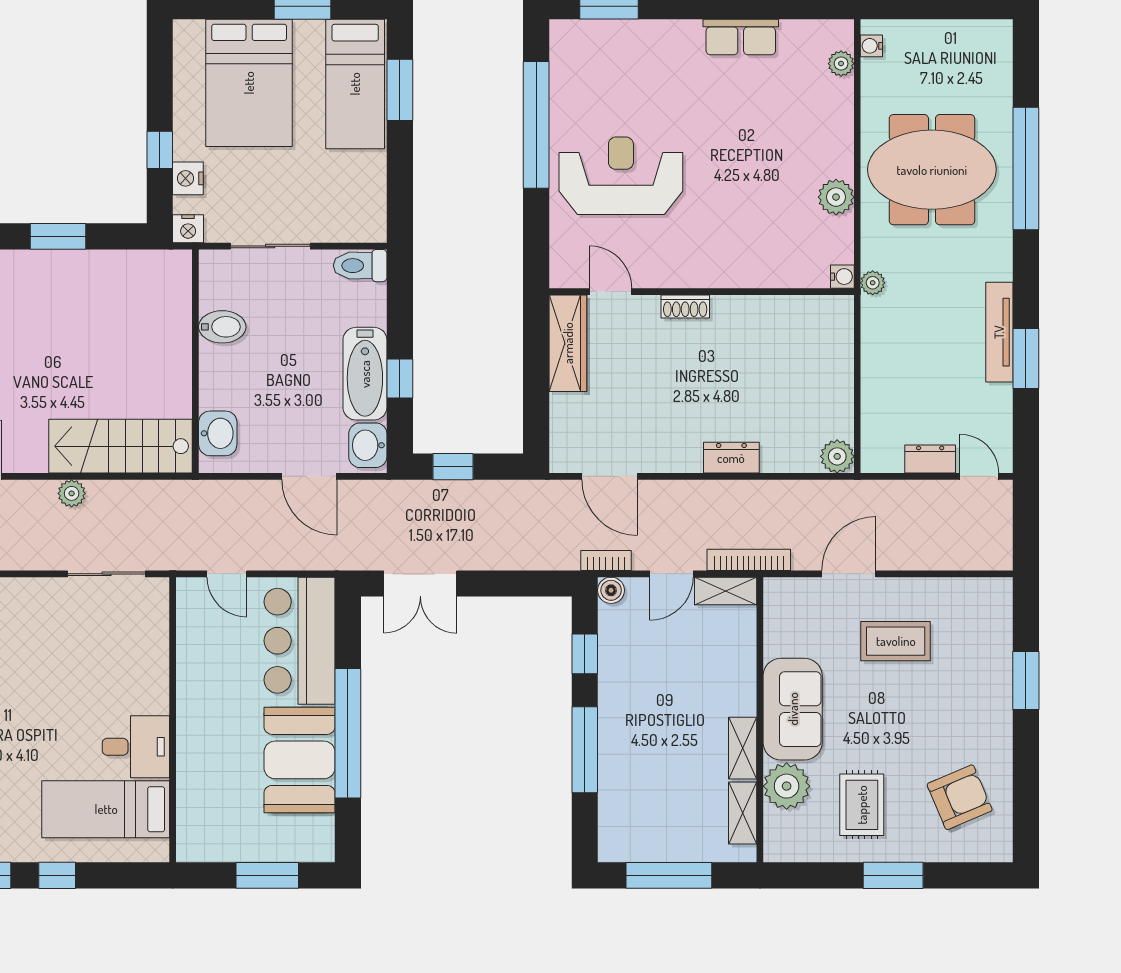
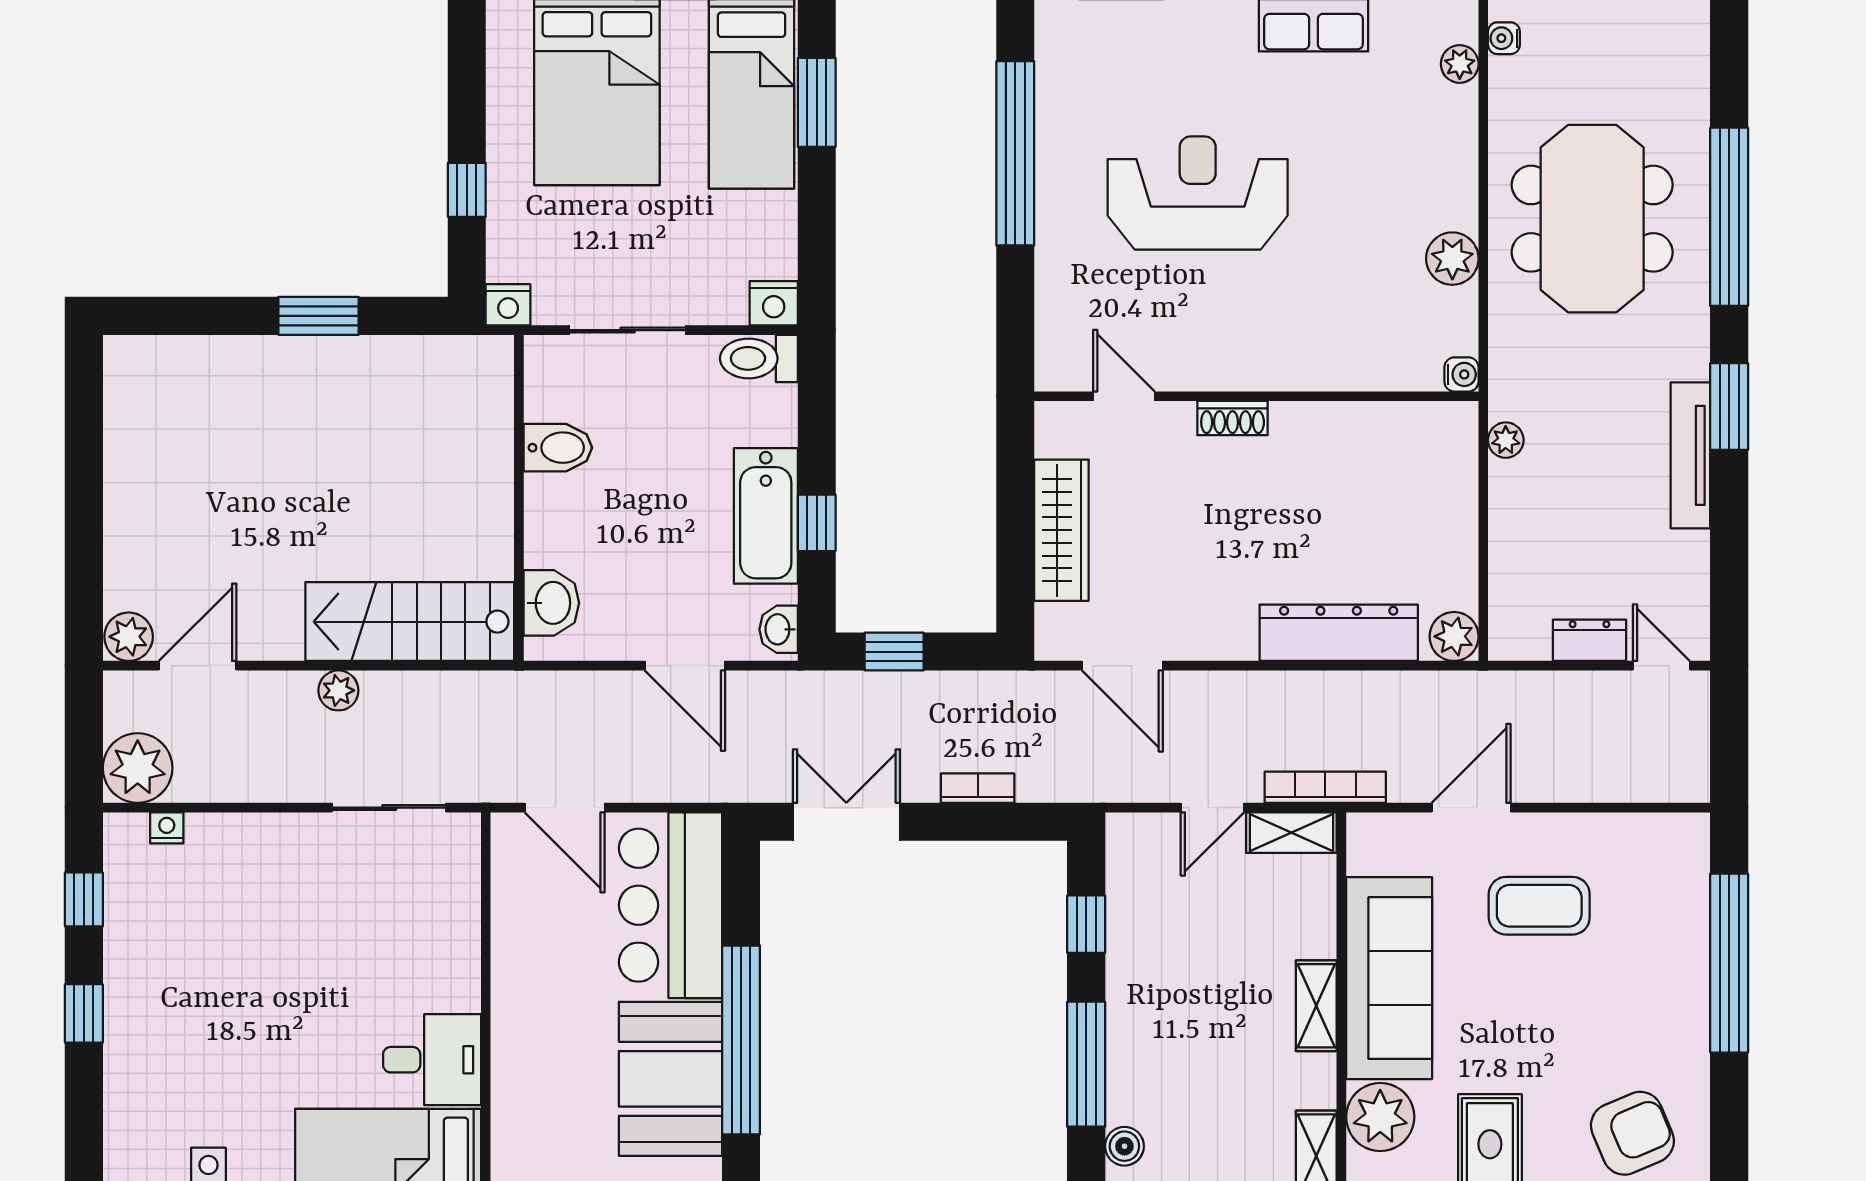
meeting table: (932, 170) -> (1592, 219), turned 90
reception desk: (621, 176) -> (1198, 193), moved
nightstand: (188, 178) -> (774, 303), moved, turned -90
plant: (873, 283) -> (1506, 440), moved
wardrobe: (568, 343) -> (1061, 530), moved
window: (1026, 358) -> (1729, 406), moved
washbasin: (368, 445) -> (779, 629), width x0.72, depth x0.69
dresser: (731, 458) -> (1339, 633), width x1.96, depth x1.24
bookcase: (606, 560) -> (978, 788), moved
door: (227, 574) -> (565, 808), width x1.37
double door: (420, 583) -> (846, 822), swing flipped
boiler: (611, 590) -> (1124, 1146), moved
window: (1026, 681) -> (1729, 963), width x2.11
sofa: (793, 709) -> (1389, 978), width x1.36
shelving: (743, 748) -> (1316, 1006), moved

